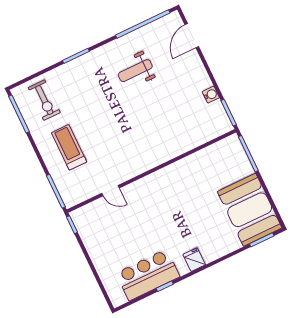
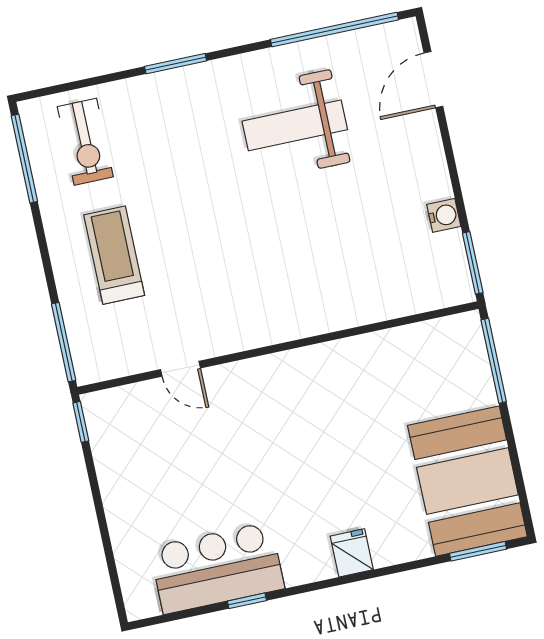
weight bench: (135, 71) -> (295, 125), width x1.36, depth x1.33
fridge: (194, 260) -> (352, 553), moved

